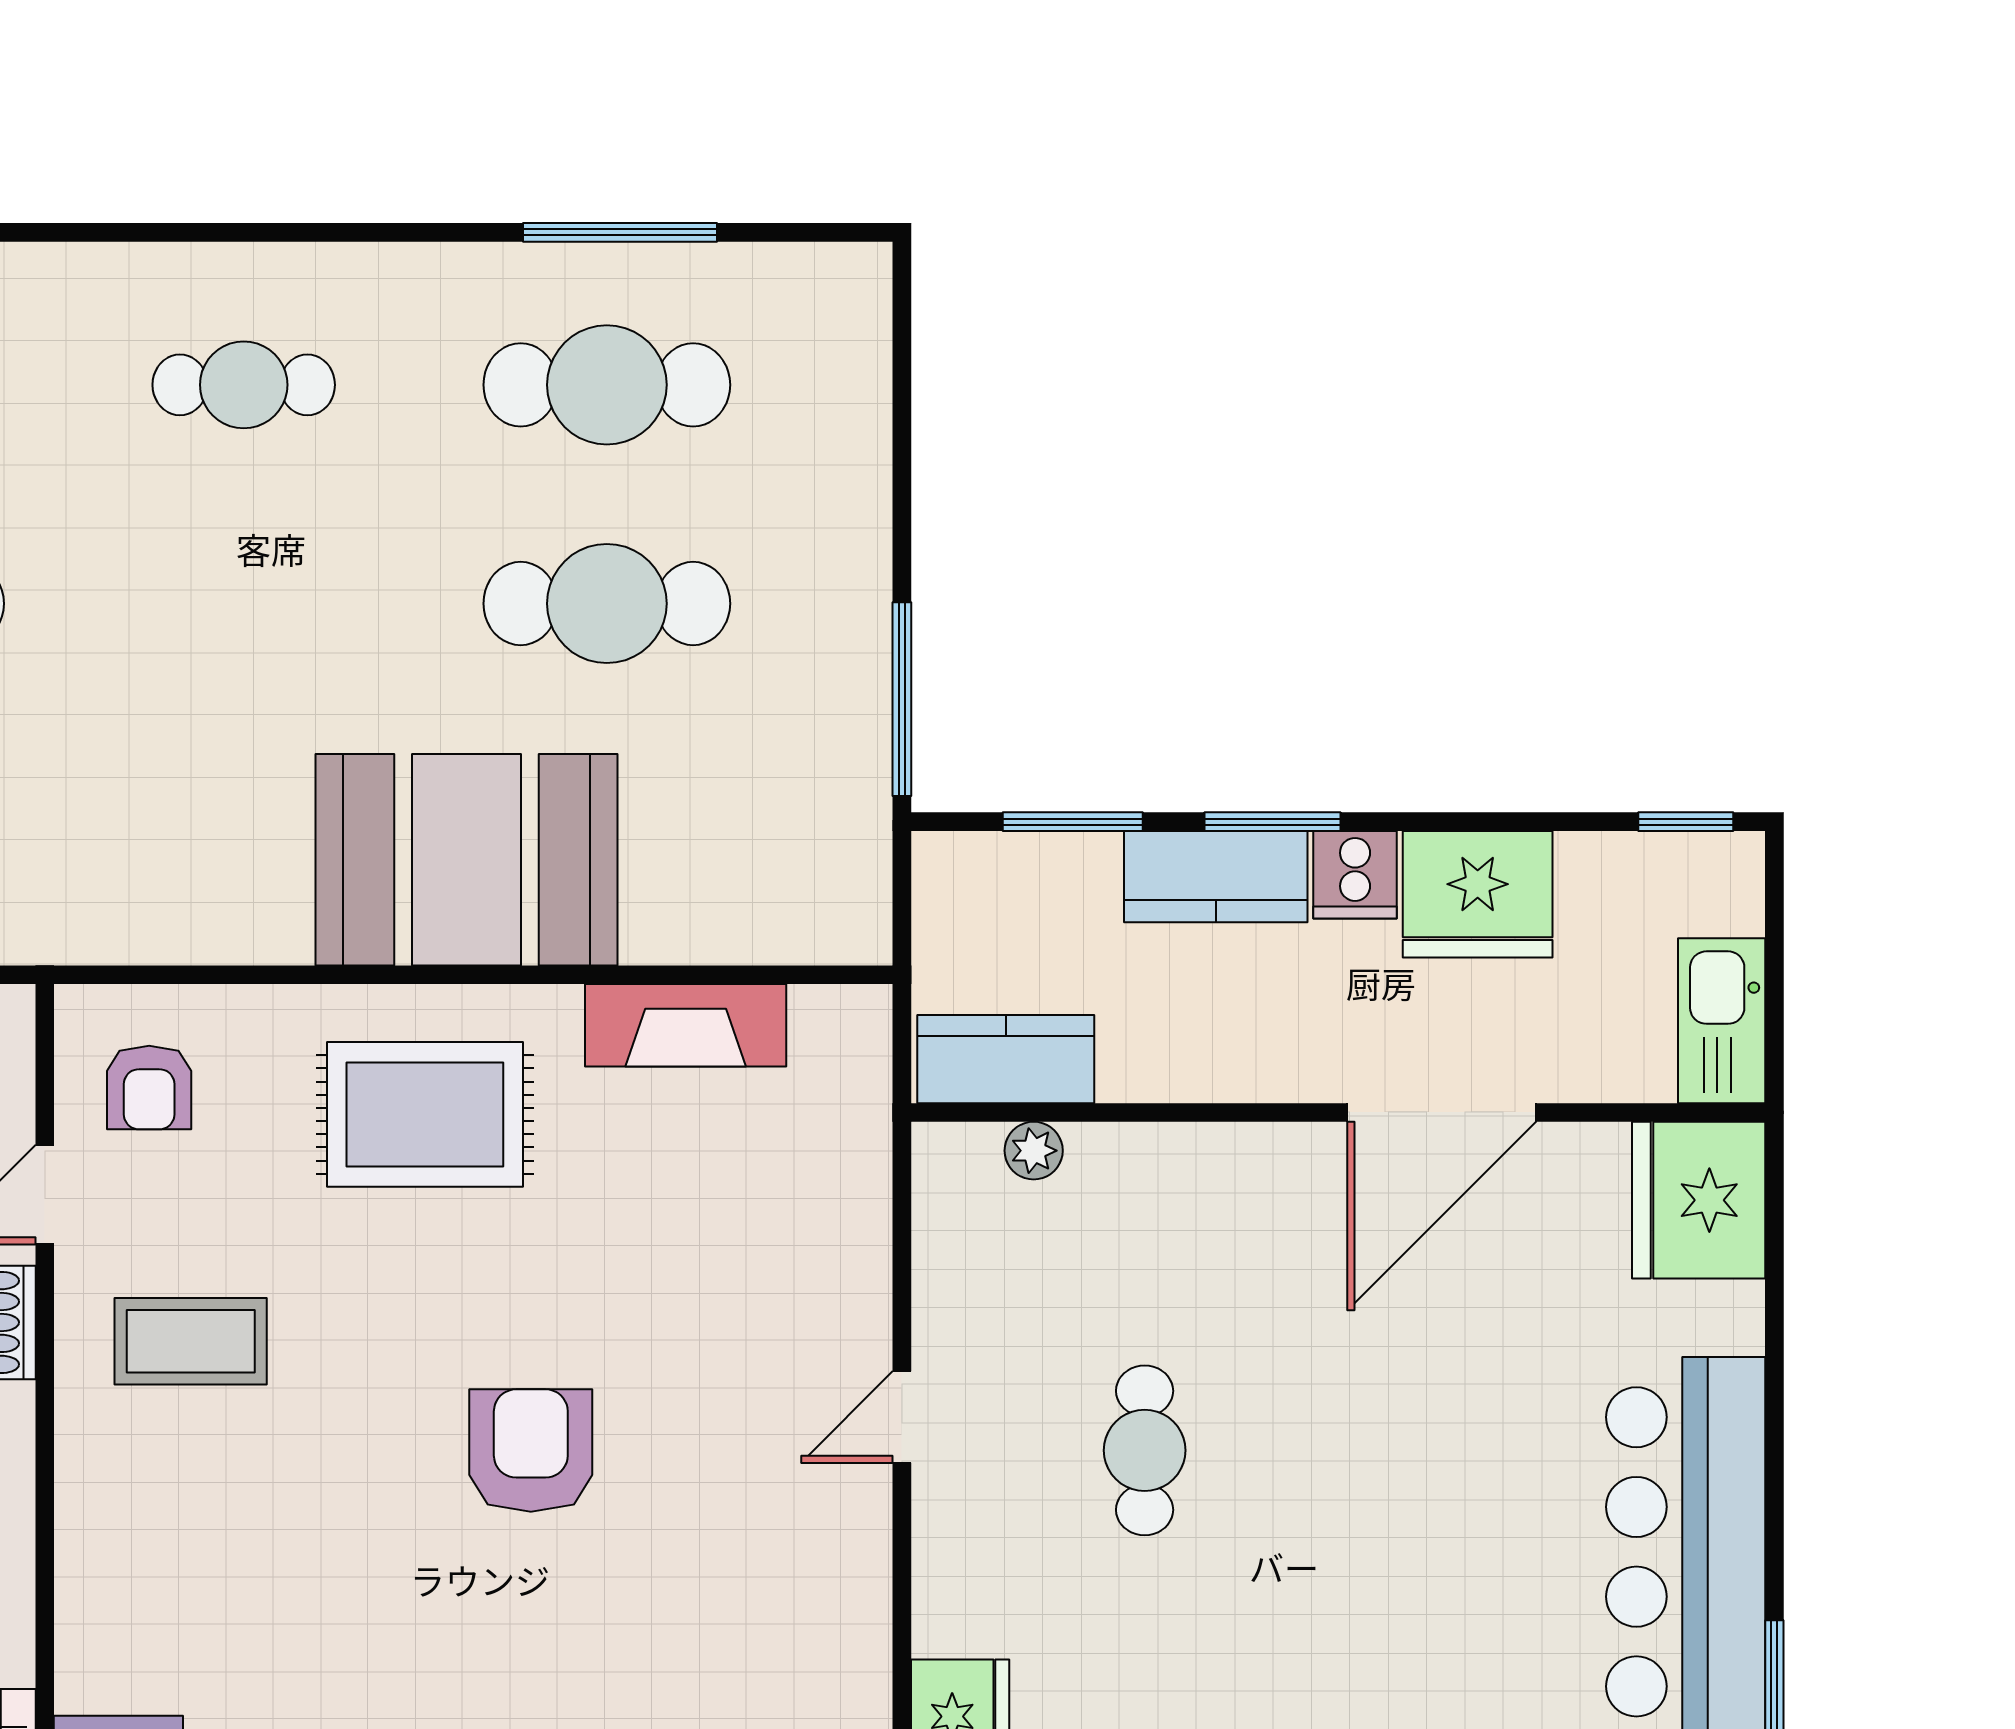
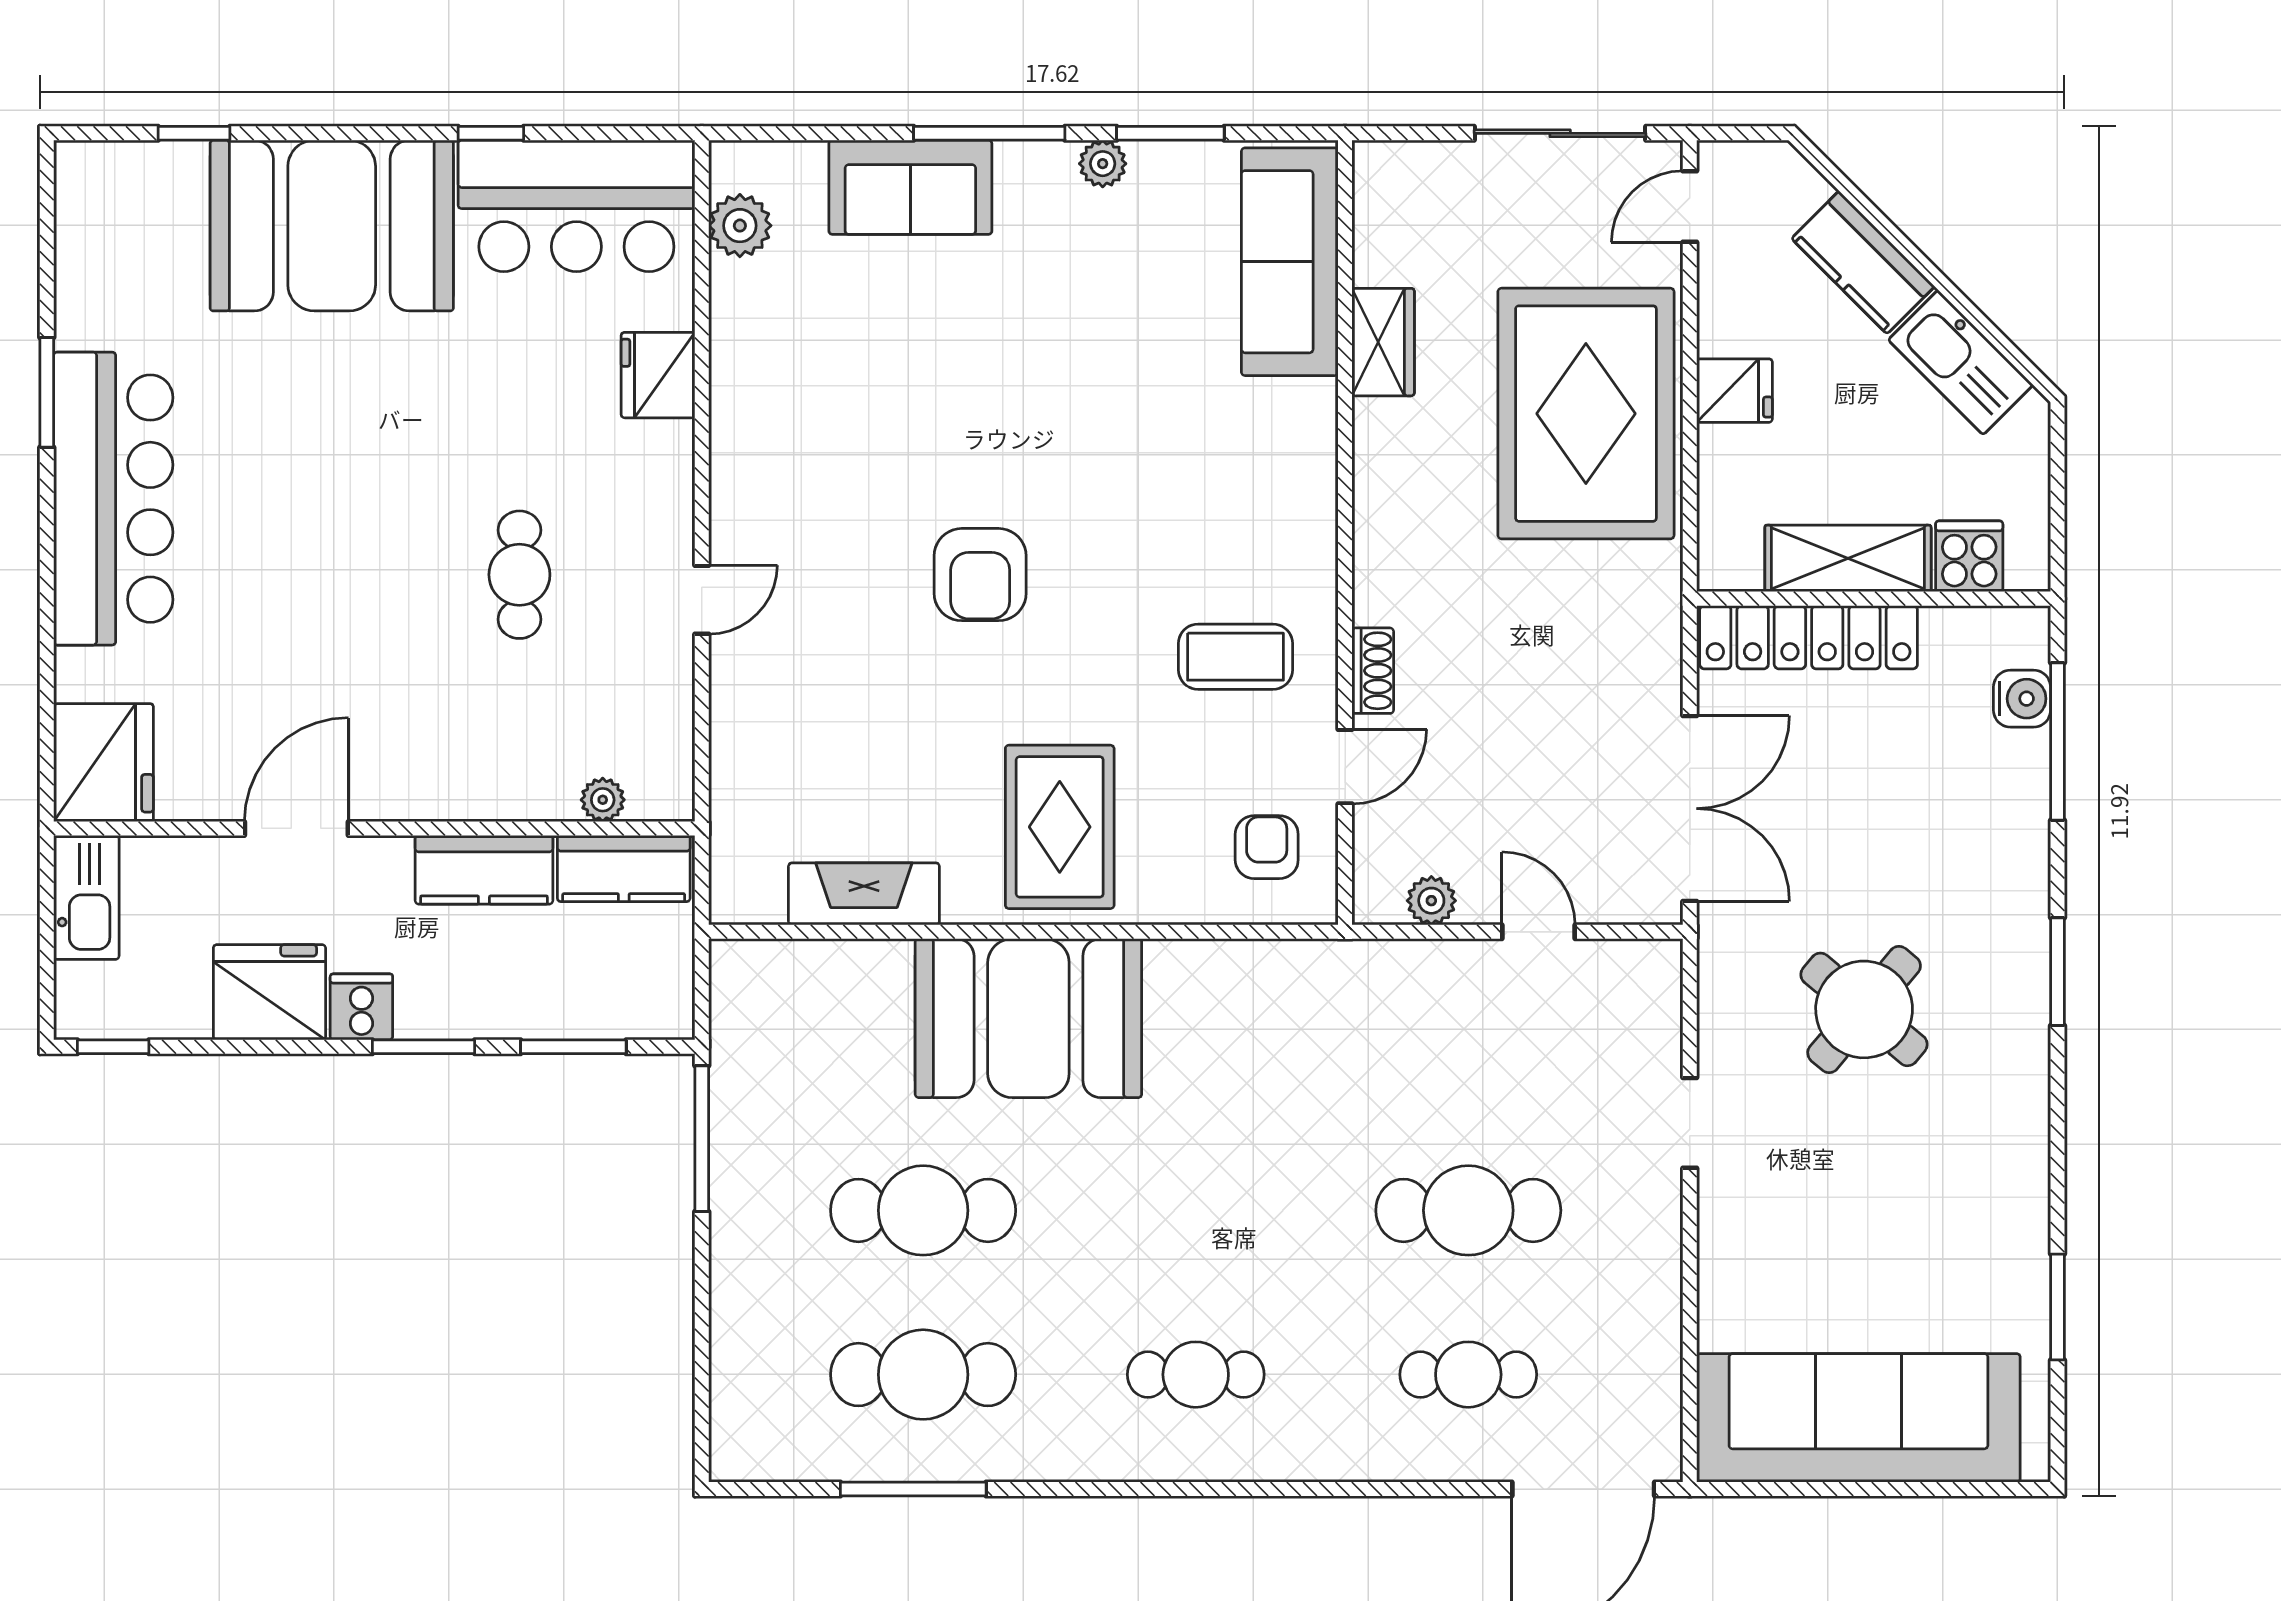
kitchen counter: (1216, 877) -> (484, 870), moved, turned 180
door: (1442, 1112) -> (296, 828), width x0.73
rug: (425, 1114) -> (1060, 827), turned 90

